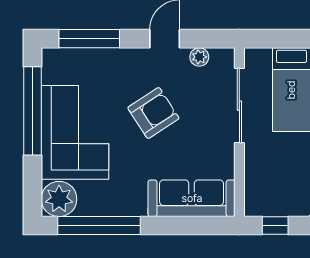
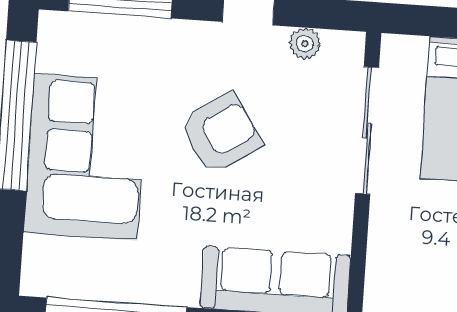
plant: (59, 199) -> (51, 268), removed

